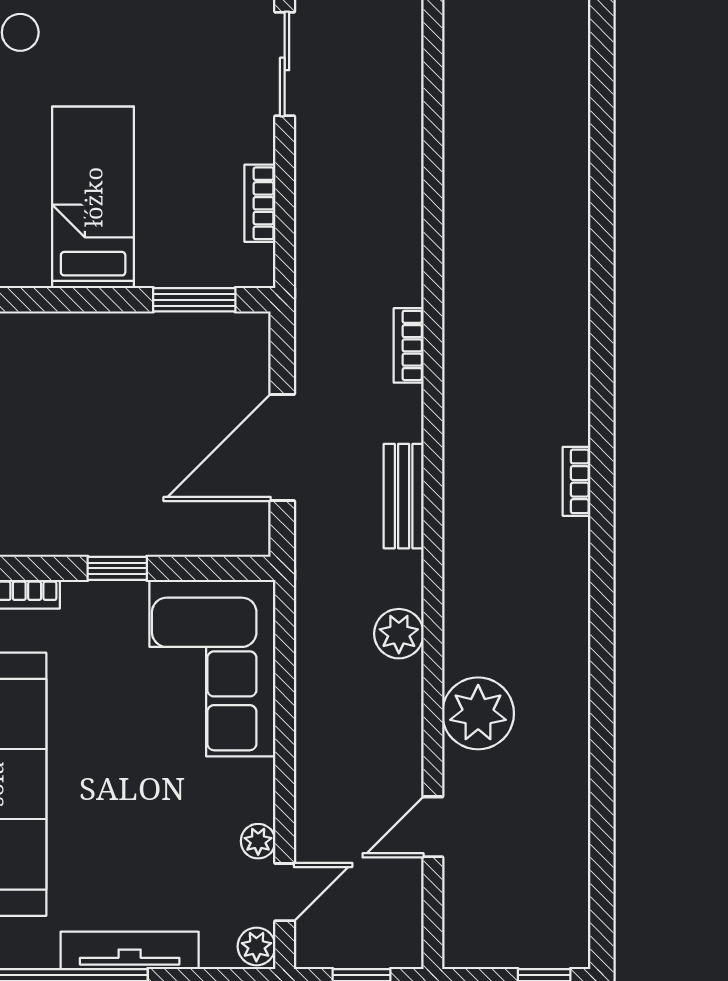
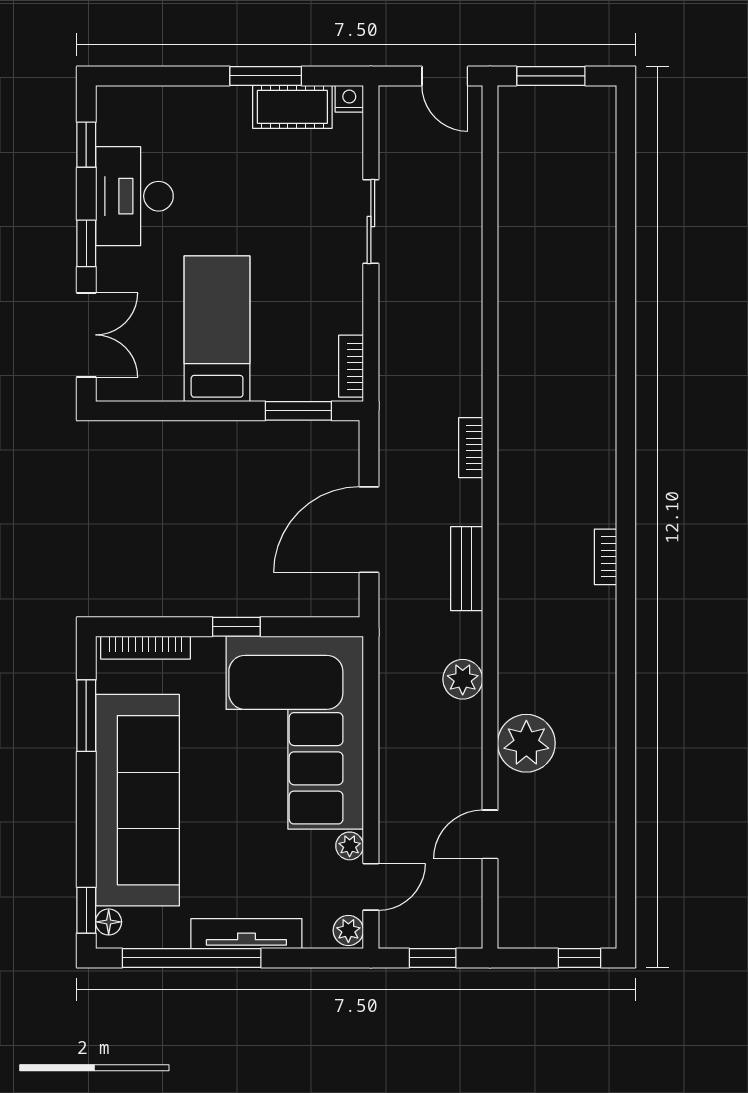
bookcase: (260, 203) -> (351, 366), moved
corner sofa: (212, 668) -> (295, 733), width x1.36, depth x1.36

